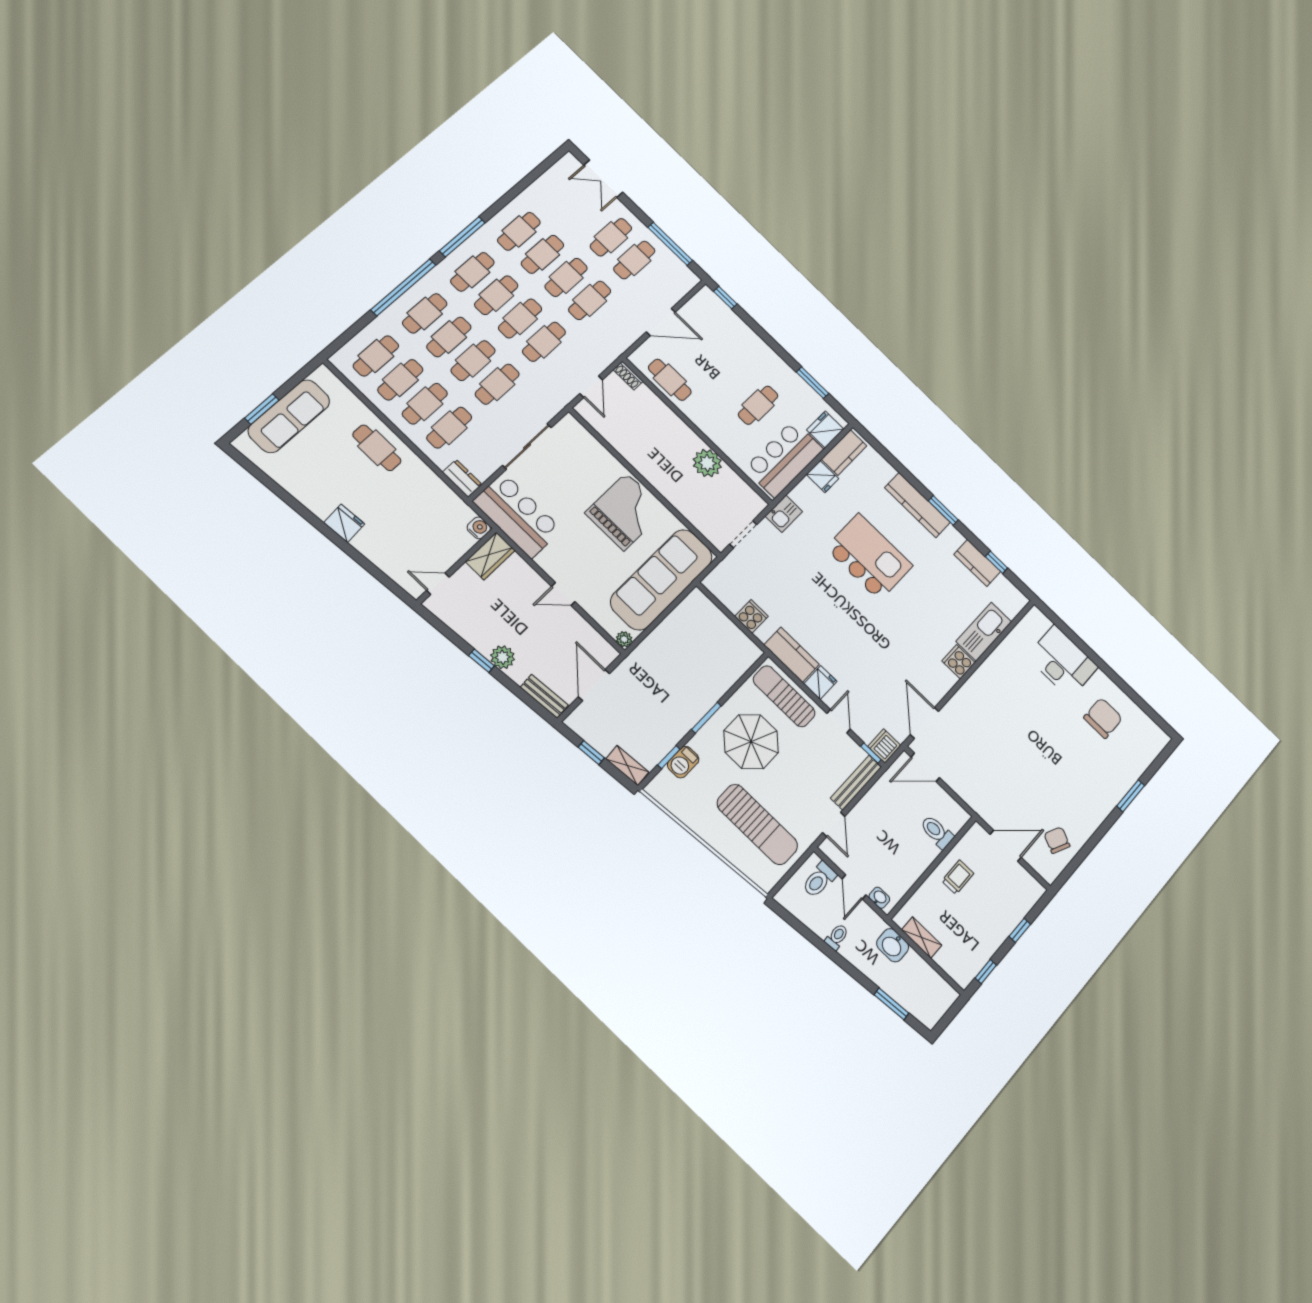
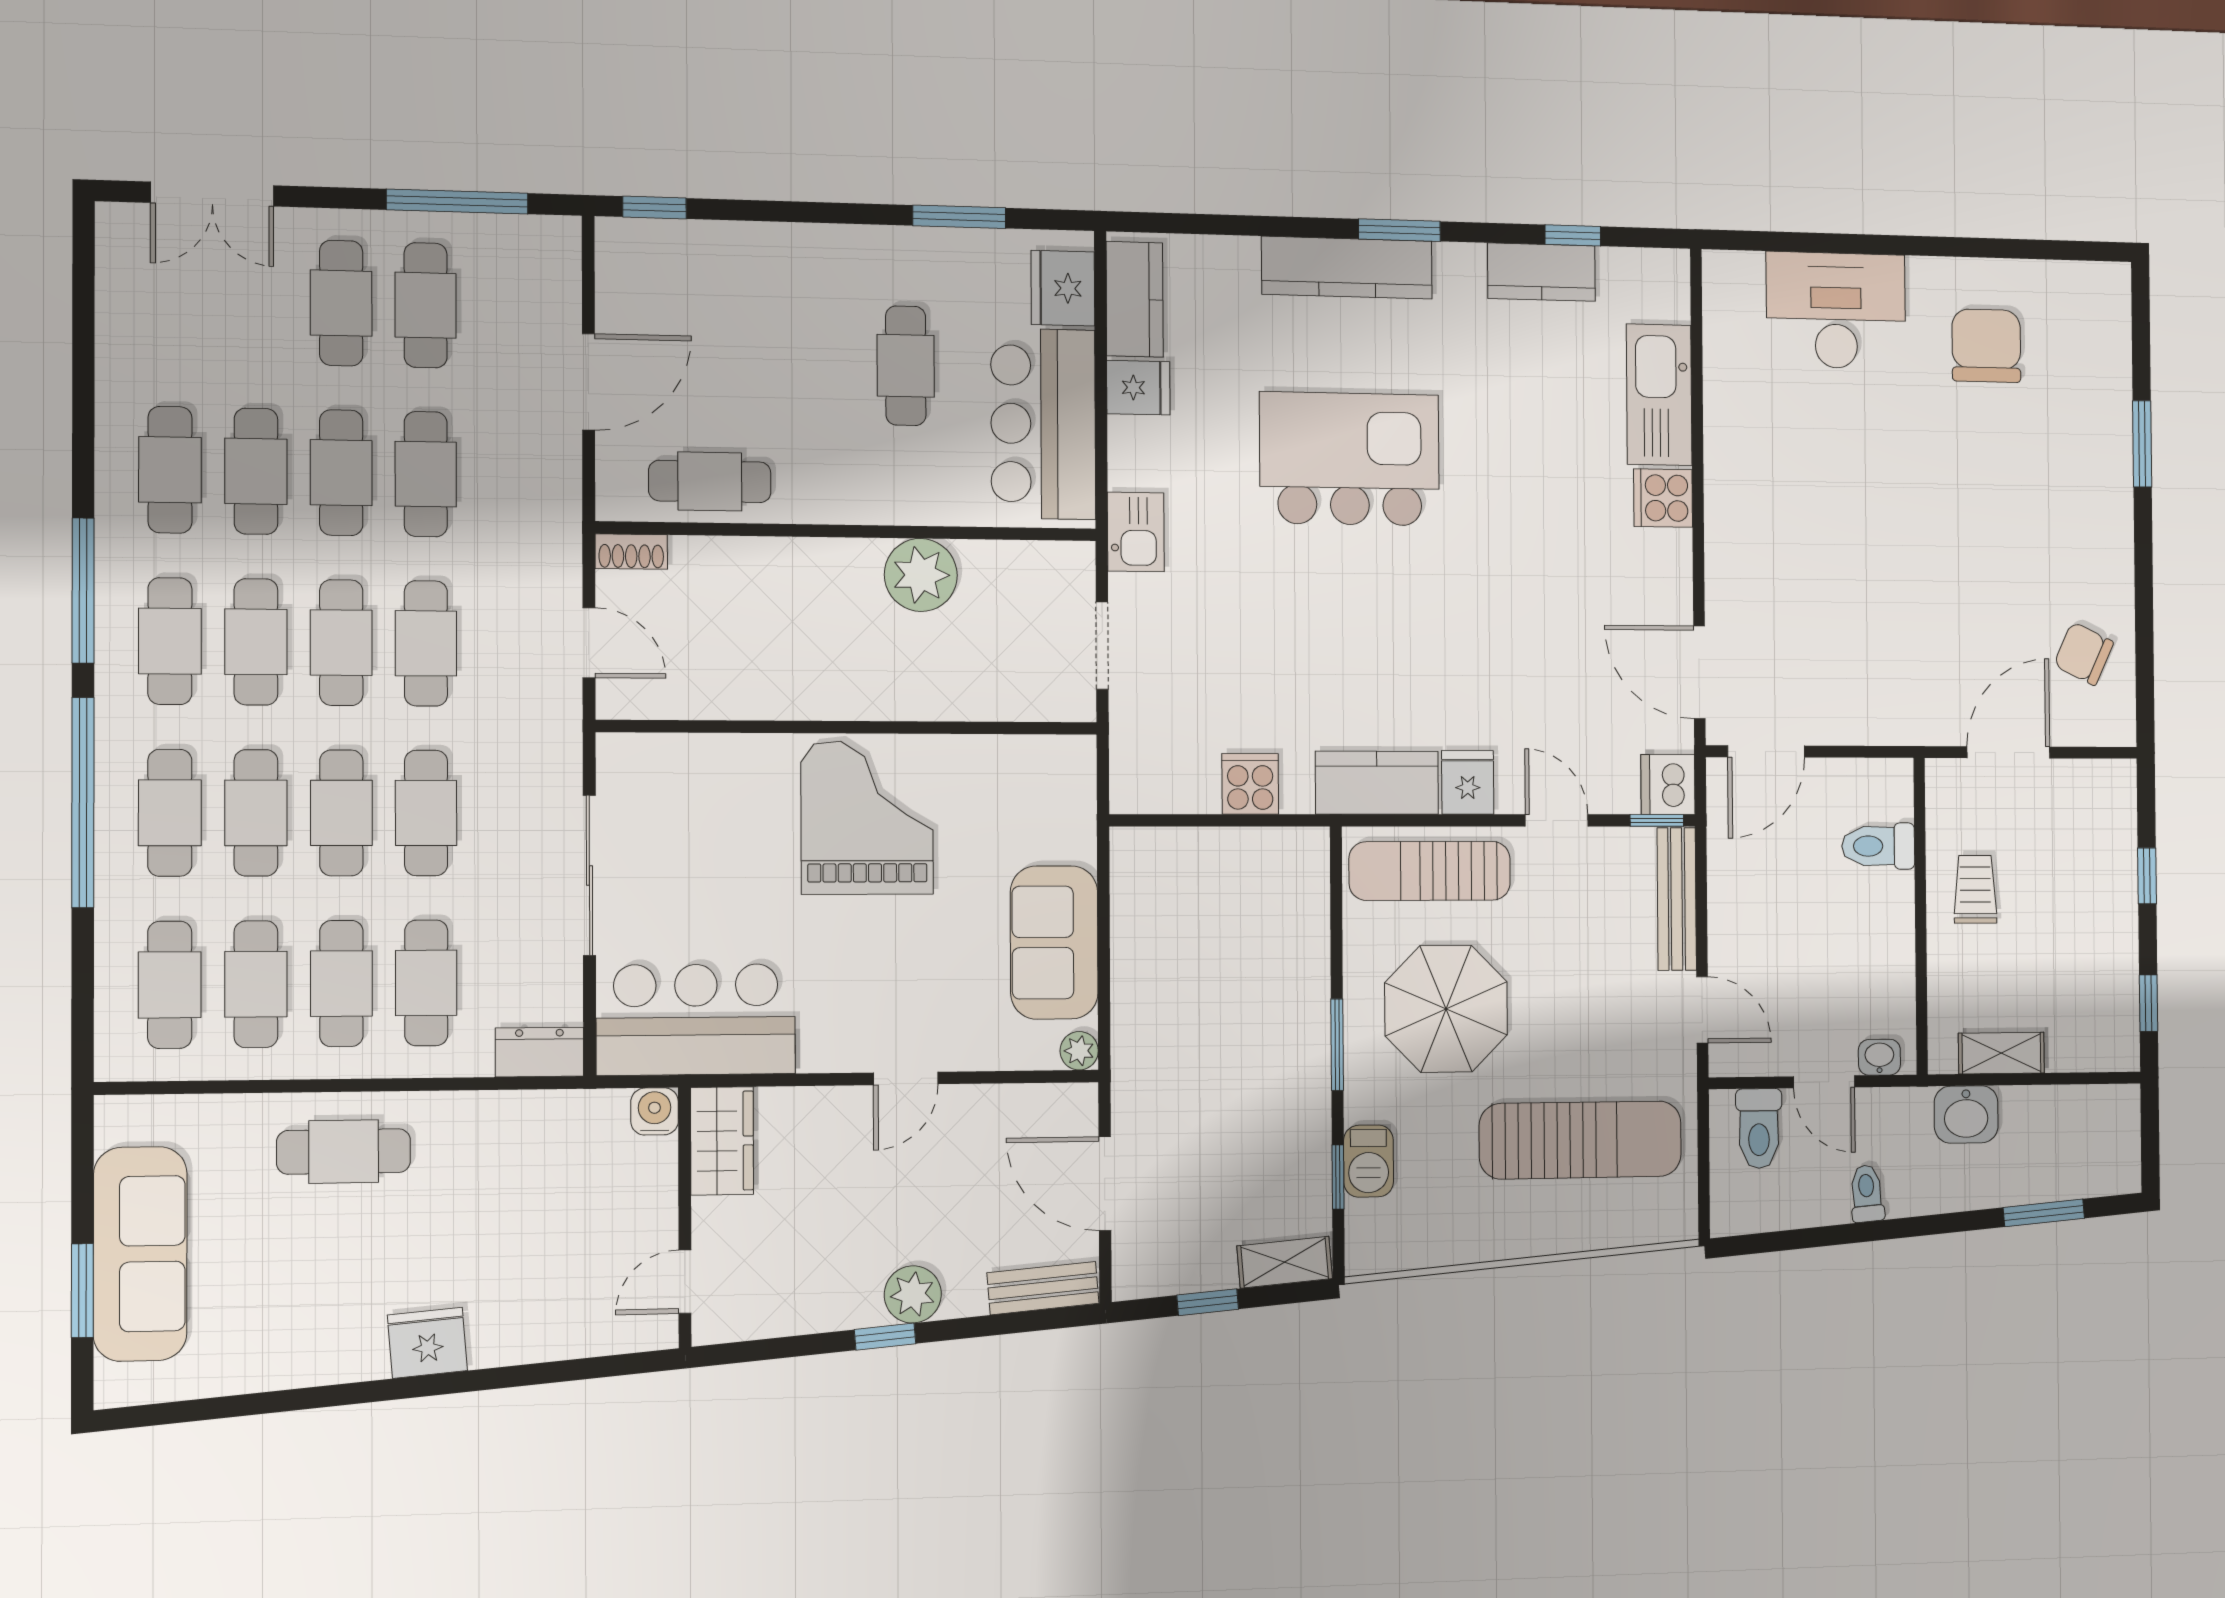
sofa: (662, 579) -> (1054, 942), width x0.54, depth x0.79

